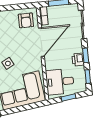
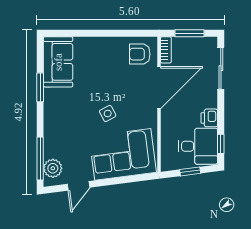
armchair: (26, 20) -> (140, 54), turned 90
window: (86, 55) -> (221, 113), removed
desk: (60, 82) -> (198, 146), moved, turned 180

